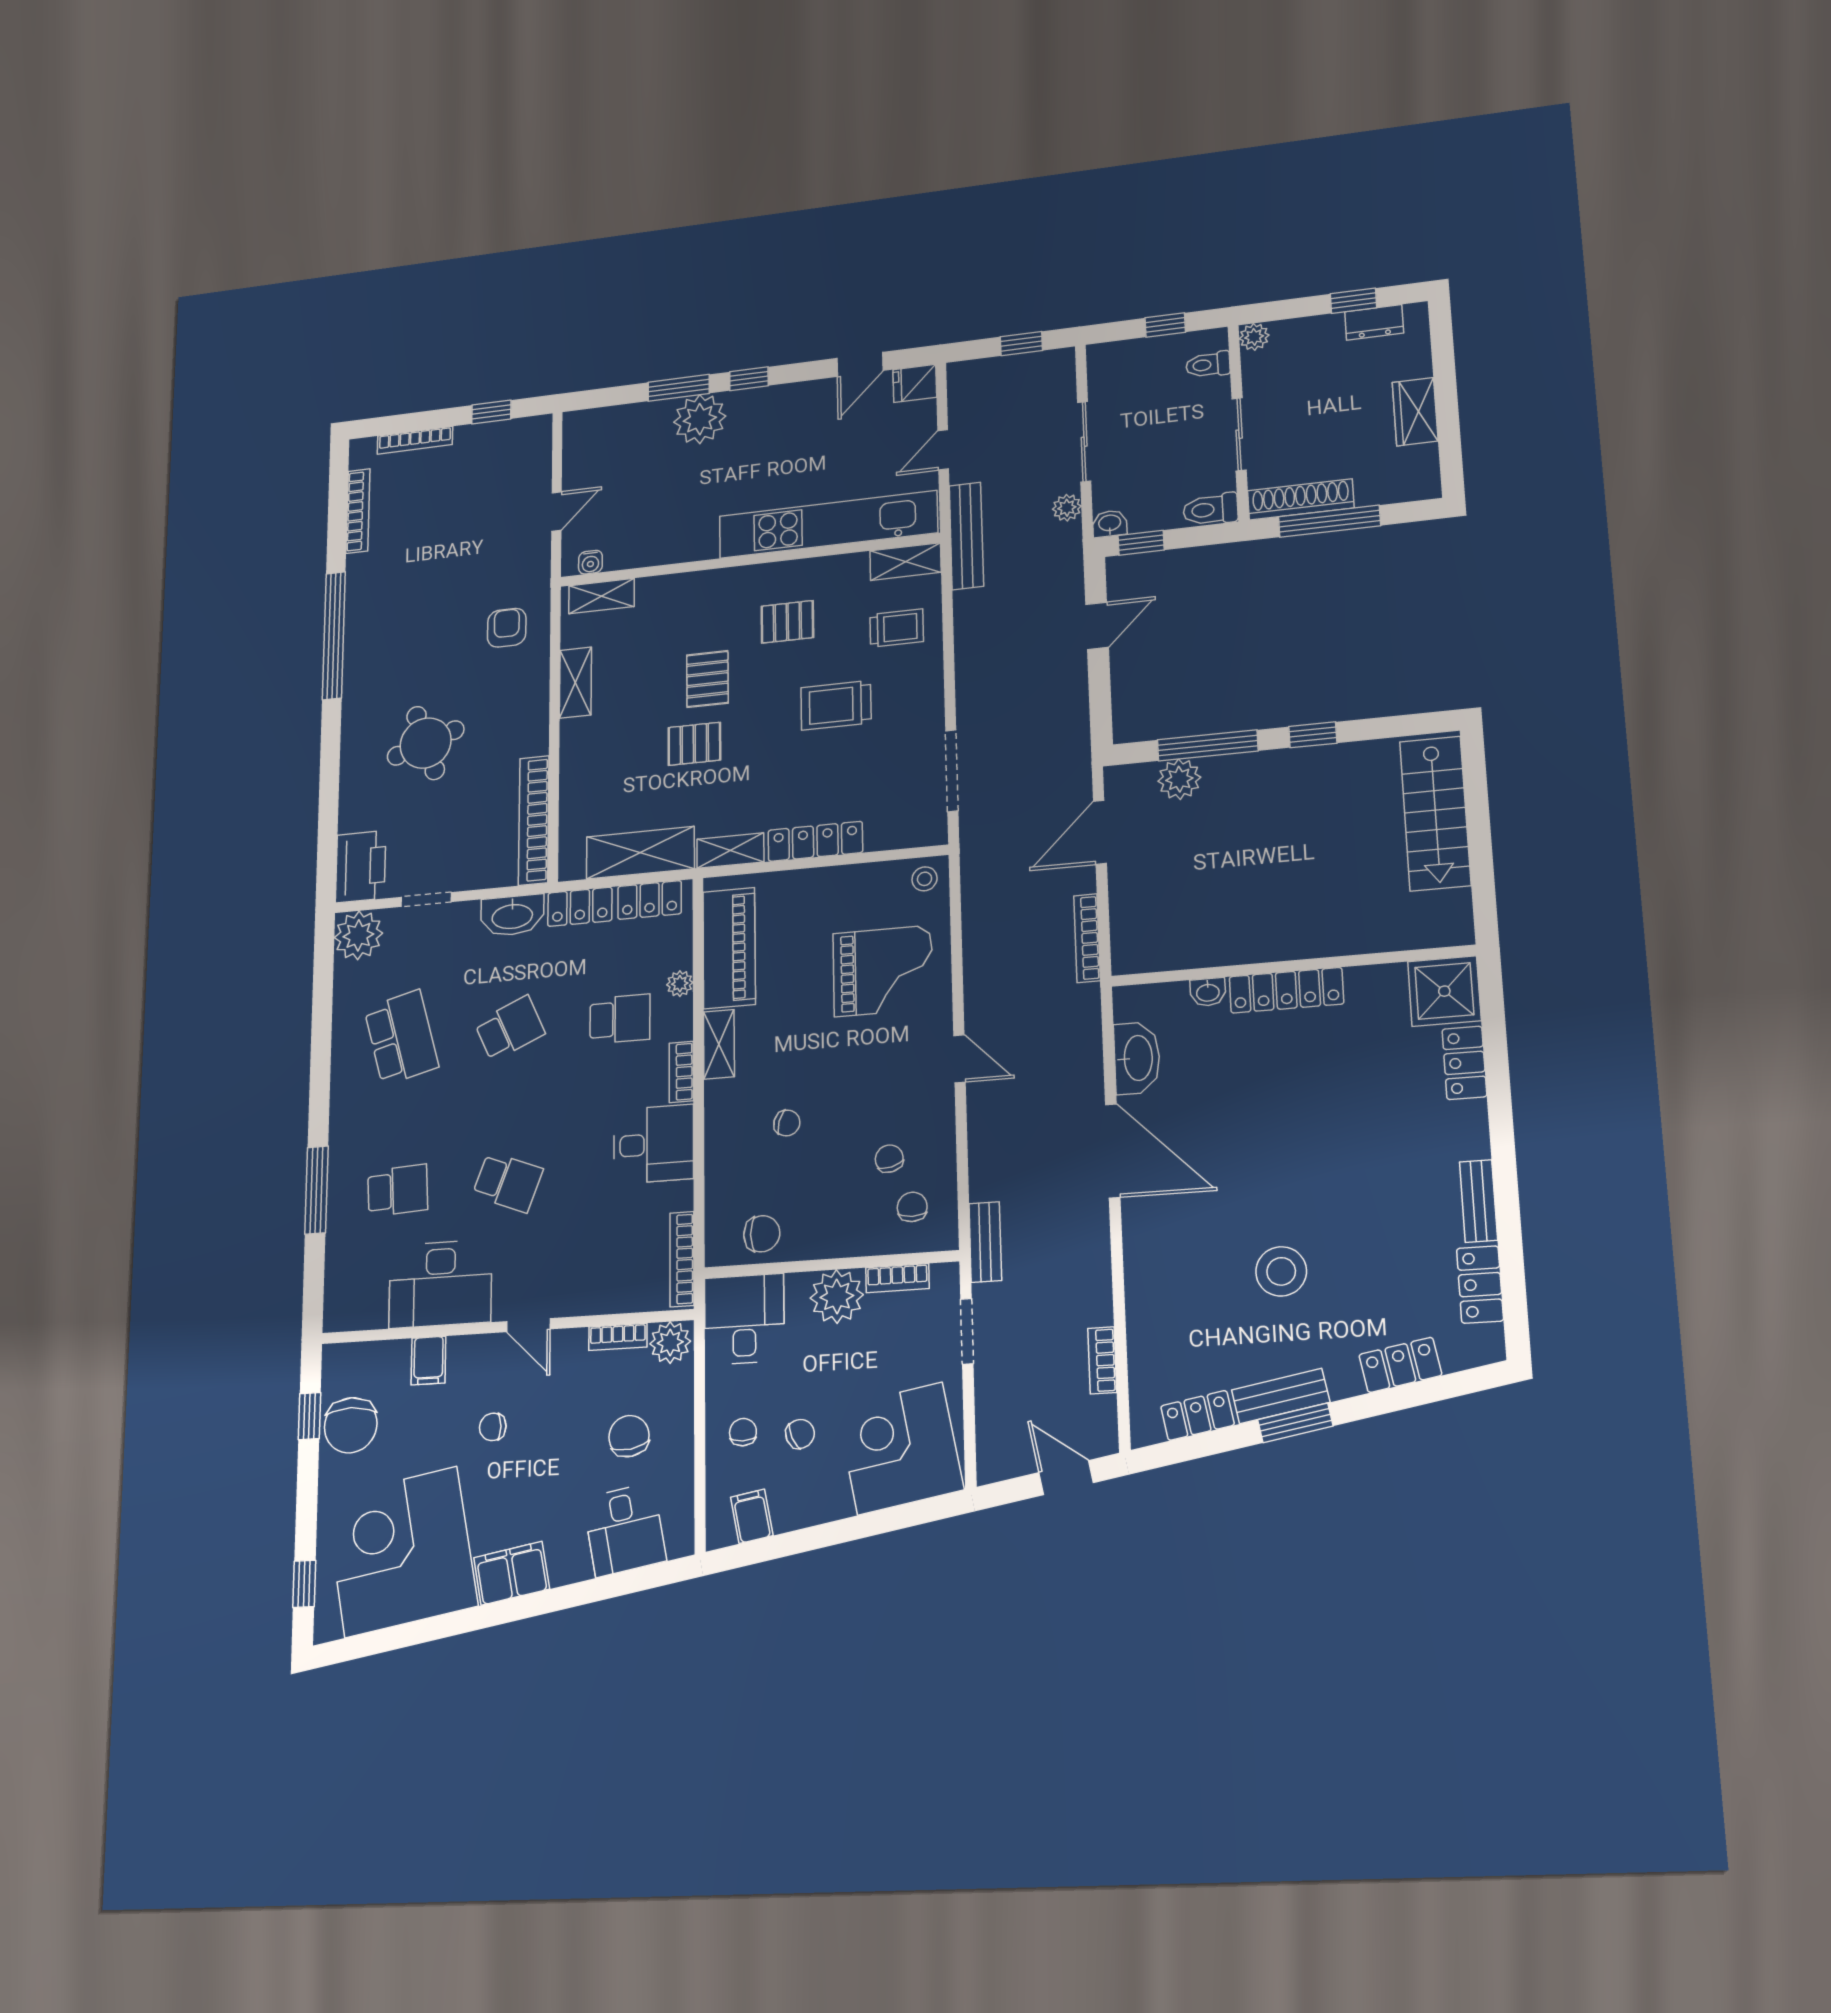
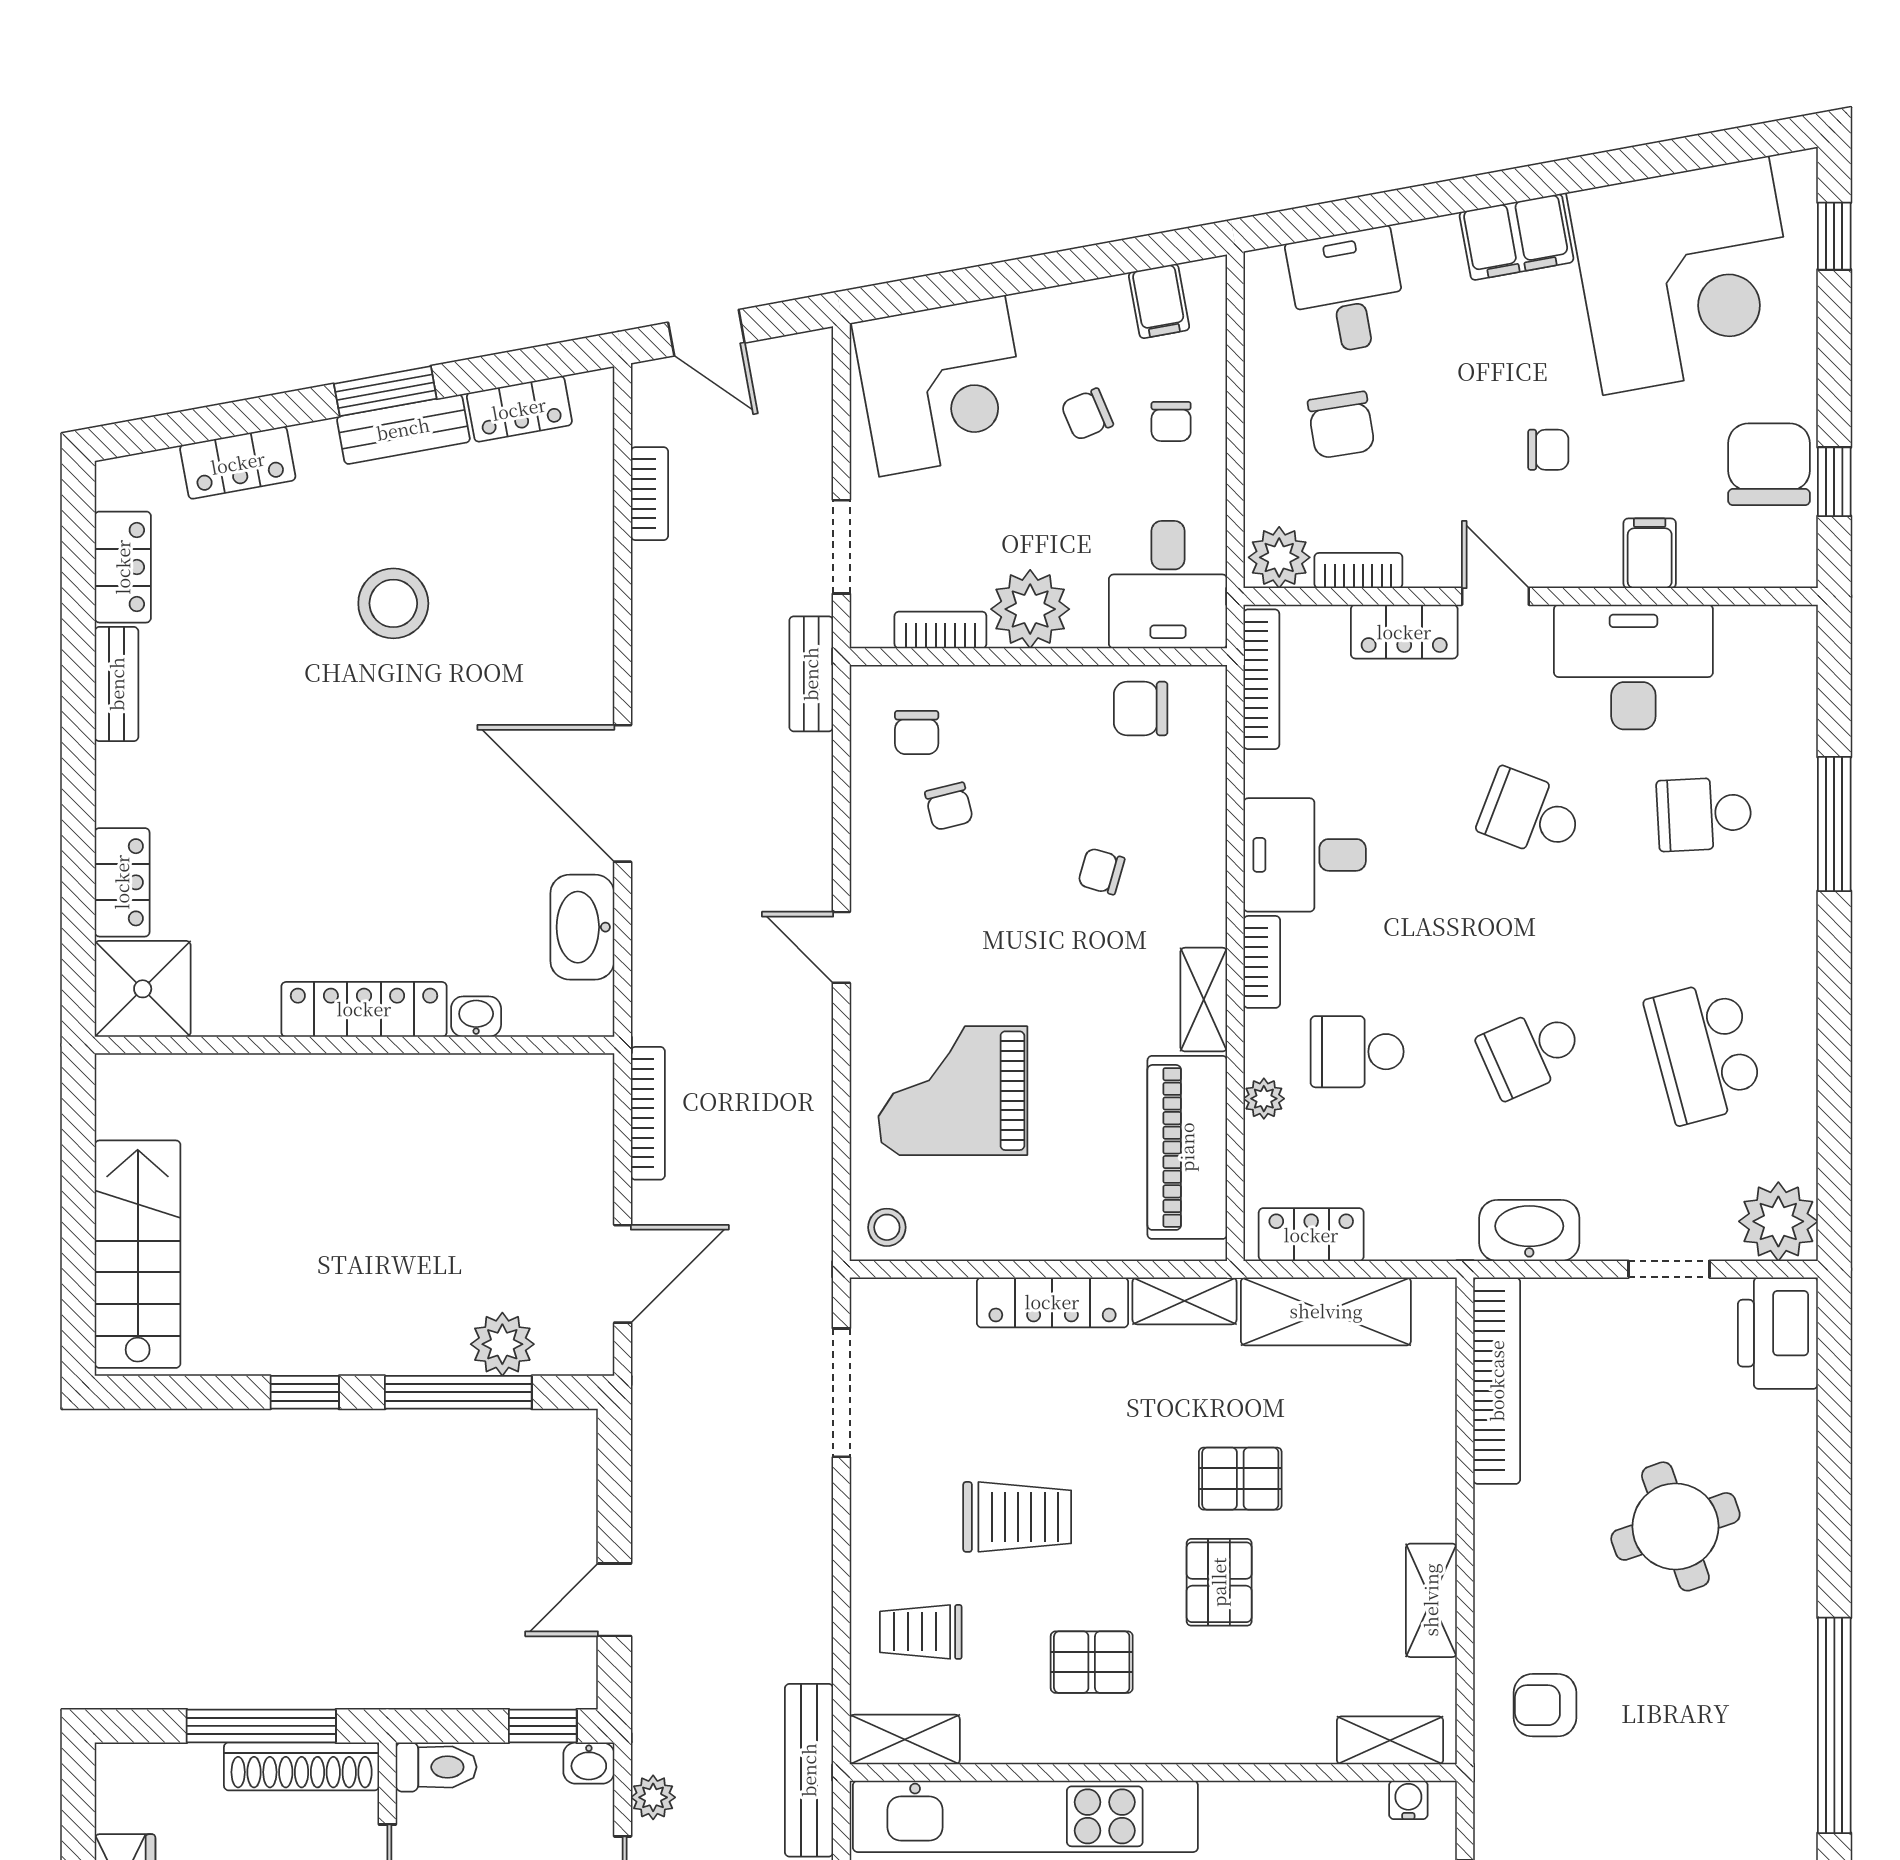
armchair: (507, 628) -> (1545, 1705), turned 90
locker: (580, 907) -> (1404, 632), moved, turned 180

